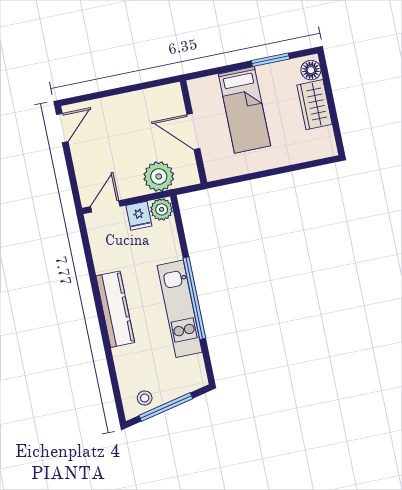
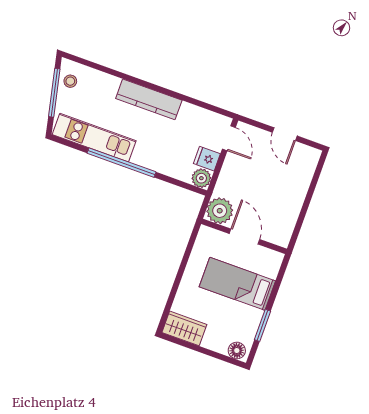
wardrobe: (314, 105) -> (184, 328), moved
door: (62, 128) -> (285, 134), moved
door: (193, 131) -> (244, 237), hinge flipped
plant: (159, 177) -> (220, 211), moved
kitchen unit: (180, 309) -> (94, 138), moved

